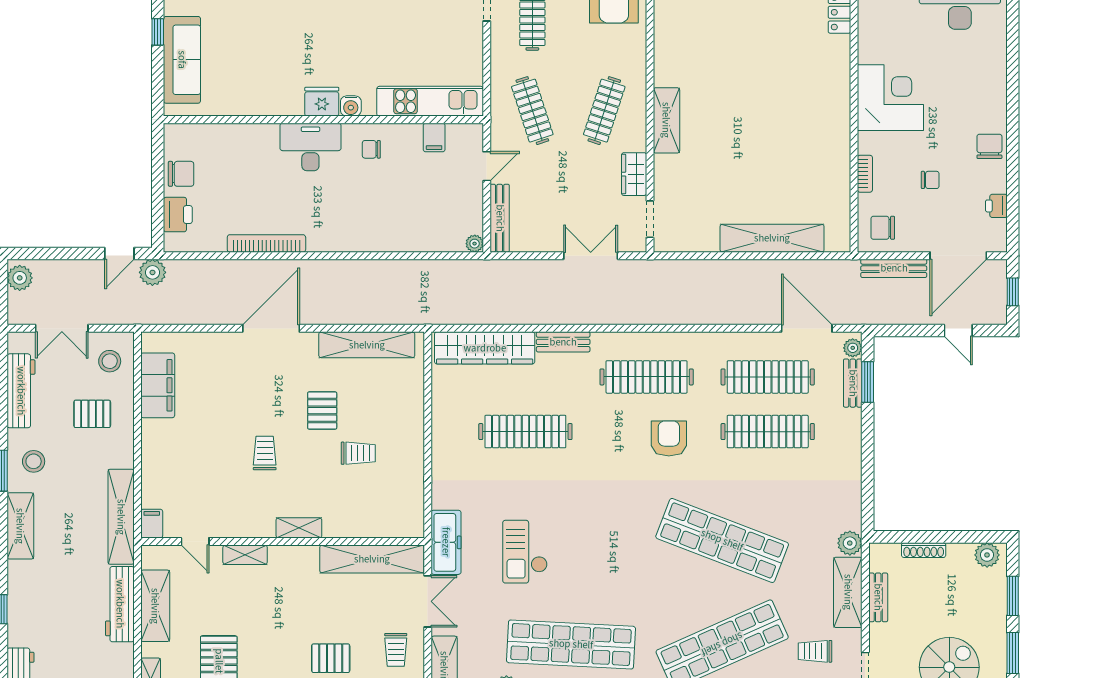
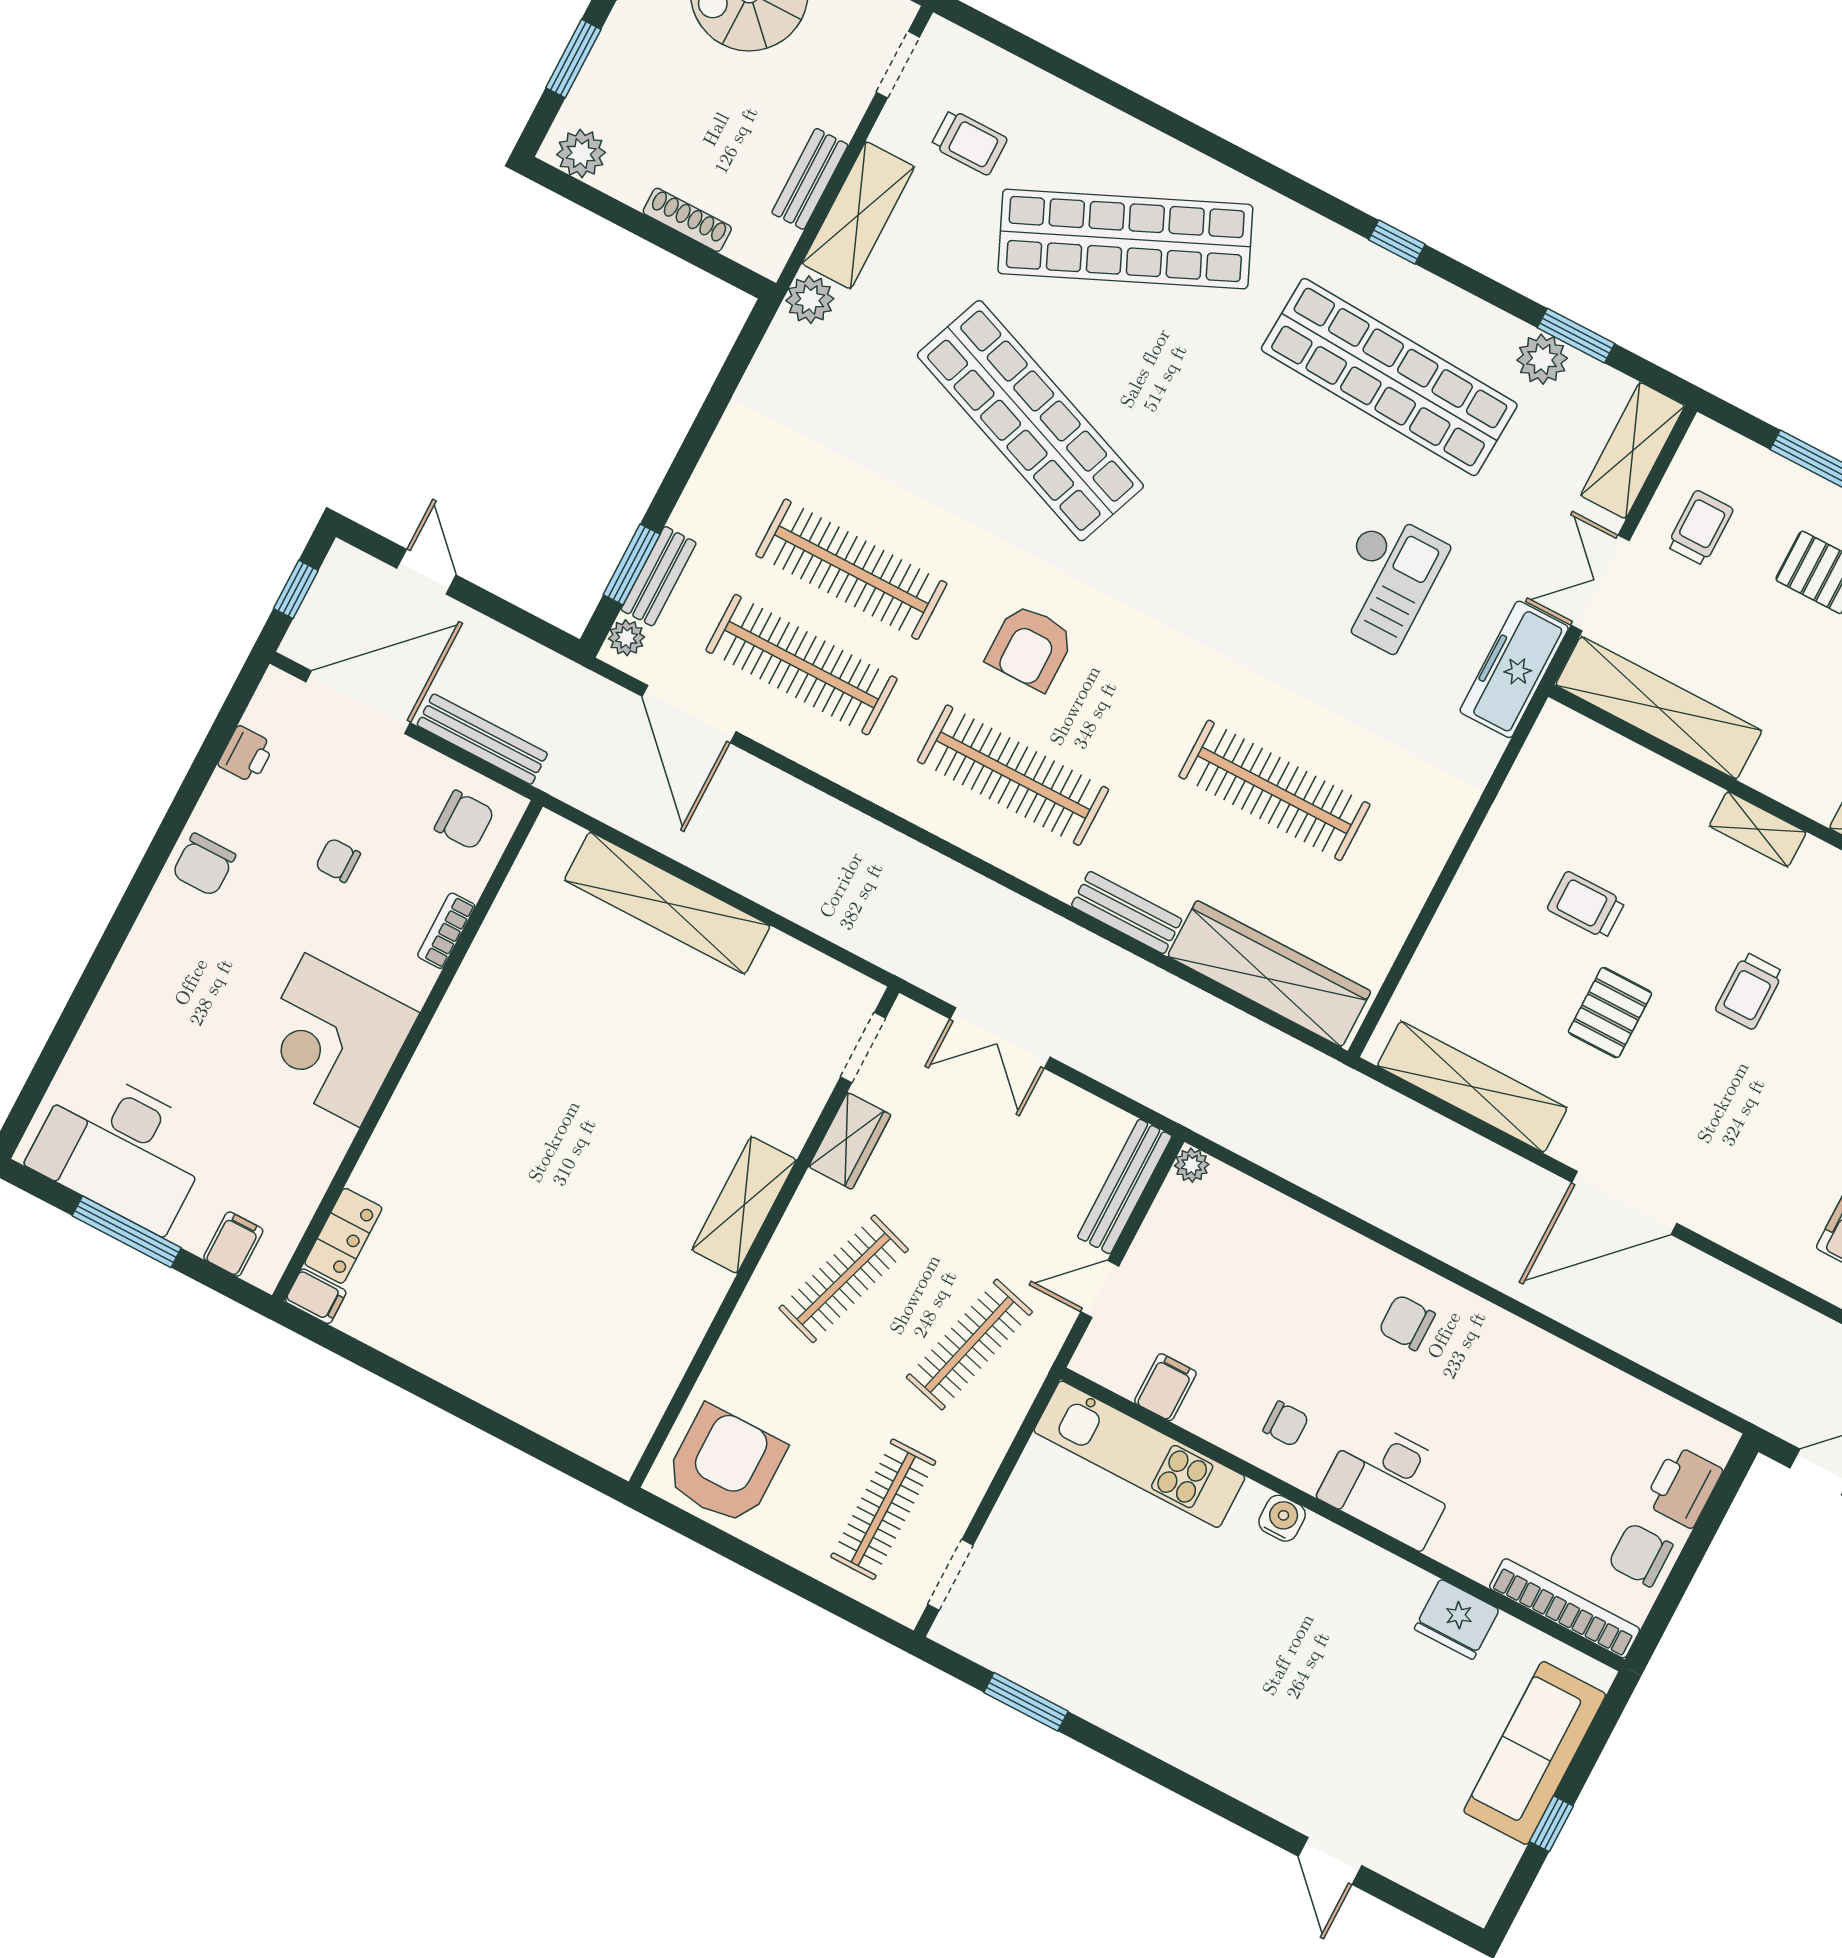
fridge: (322, 102) -> (1457, 1619), moved
clothes rail: (532, 111) -> (969, 1345), turned 33
chair: (341, 223) -> (1407, 1323), added
bookcase: (266, 243) -> (1565, 1608), moved, turned 180
plant: (152, 272) -> (1780, 1409), removed

